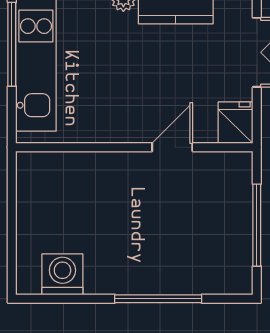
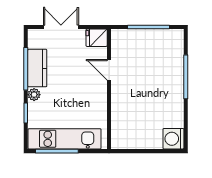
washing machine: (62, 274) -> (173, 139), moved

